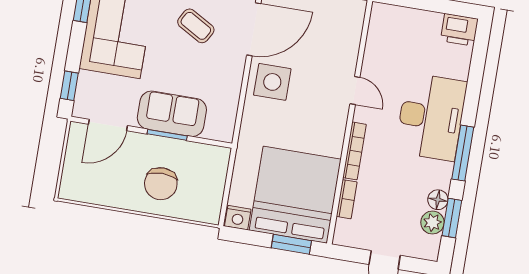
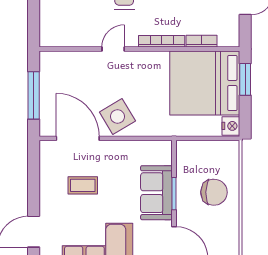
coffee table: (196, 26) -> (83, 185), turned 60
side table: (272, 82) -> (117, 116), turned -31

